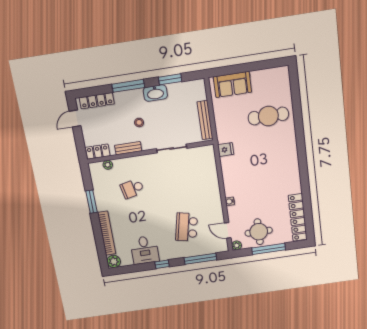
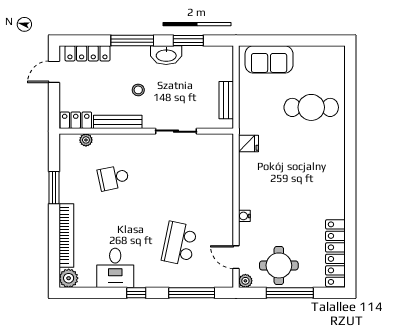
bench: (205, 120) -> (226, 100), width x0.73
bench: (128, 148) -> (118, 122), width x1.36

